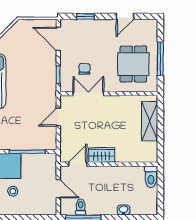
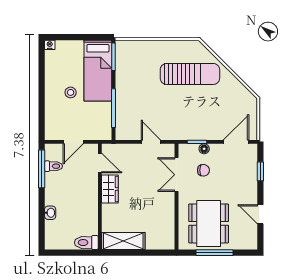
dining table: (133, 64) -> (209, 223), width x1.38
floor lamp: (65, 68) -> (204, 149), added
double door: (88, 94) -> (177, 175), swing flipped
shelving: (150, 121) -> (123, 241), moved

